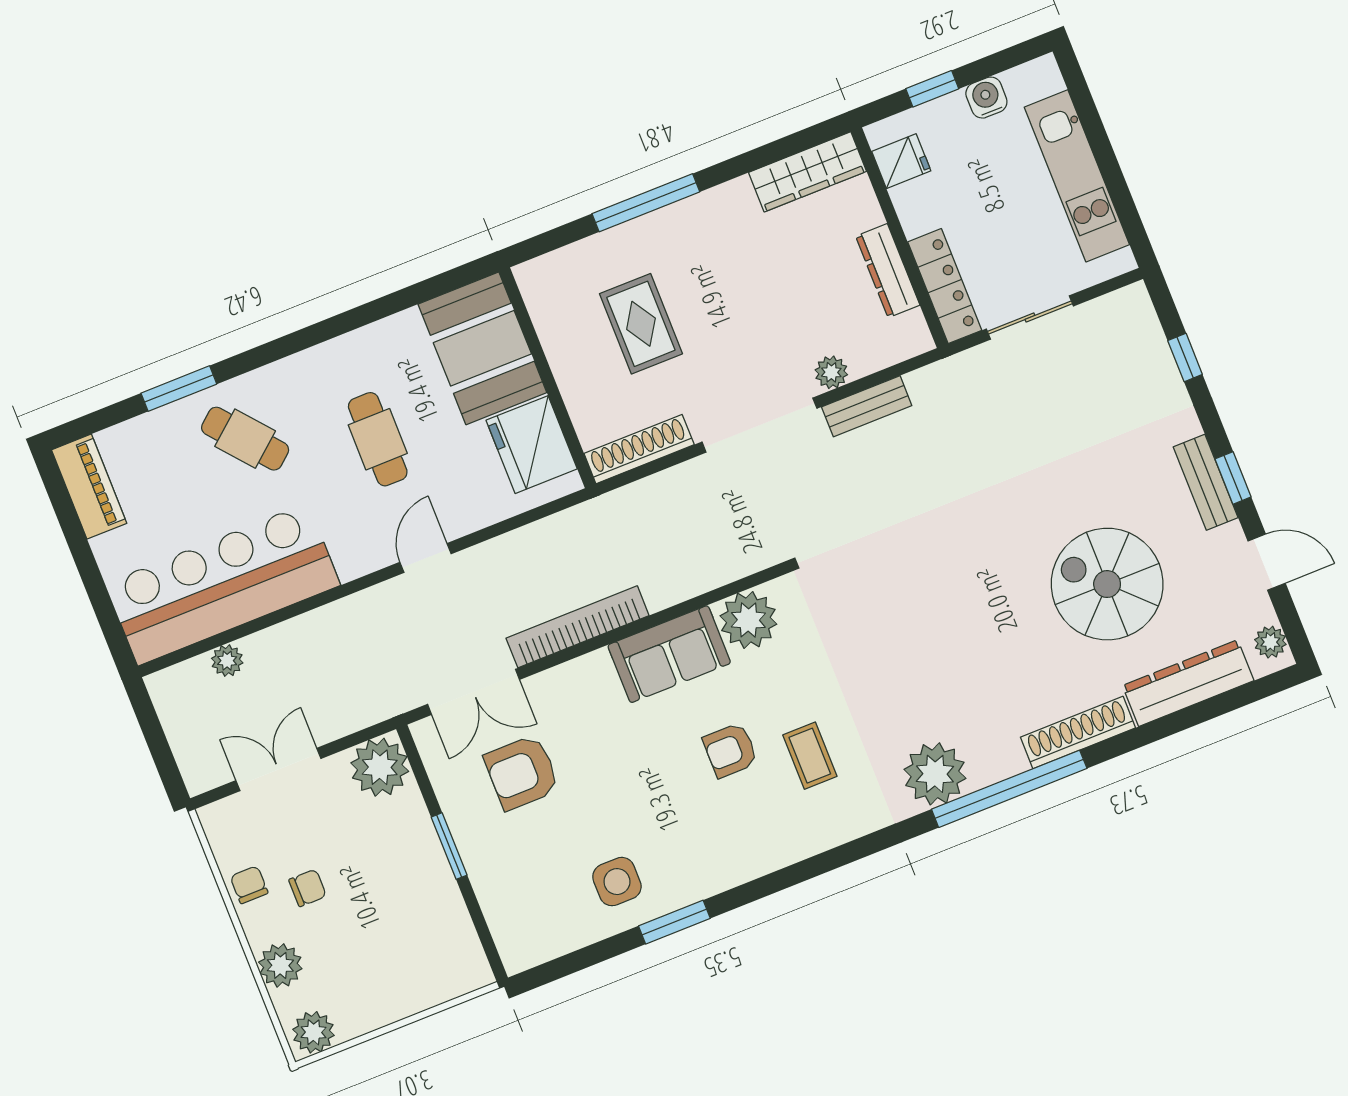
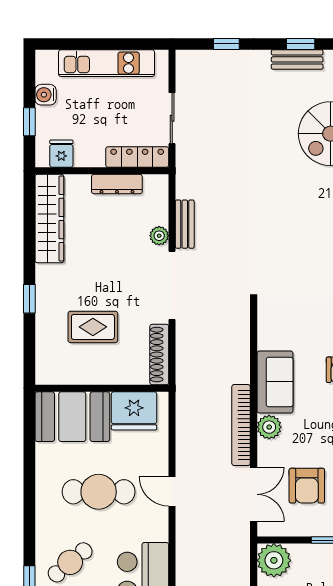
wardrobe: (808, 172) -> (49, 219), width x1.40, depth x1.17
window: (646, 203) -> (29, 299), width x0.46
cafe table: (378, 439) -> (99, 492), width x1.37, depth x1.35
plant: (748, 620) -> (269, 427), moved, width x0.73, depth x0.73

